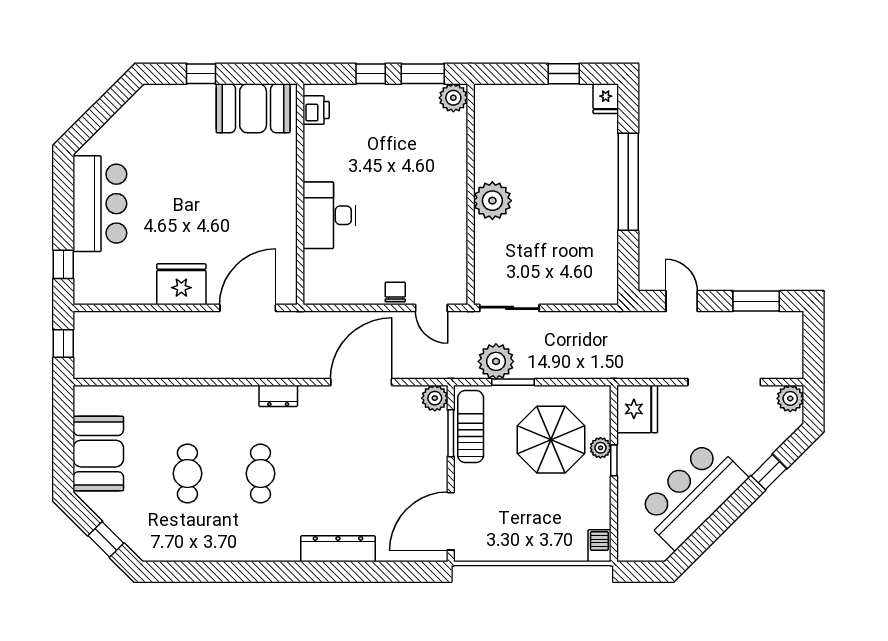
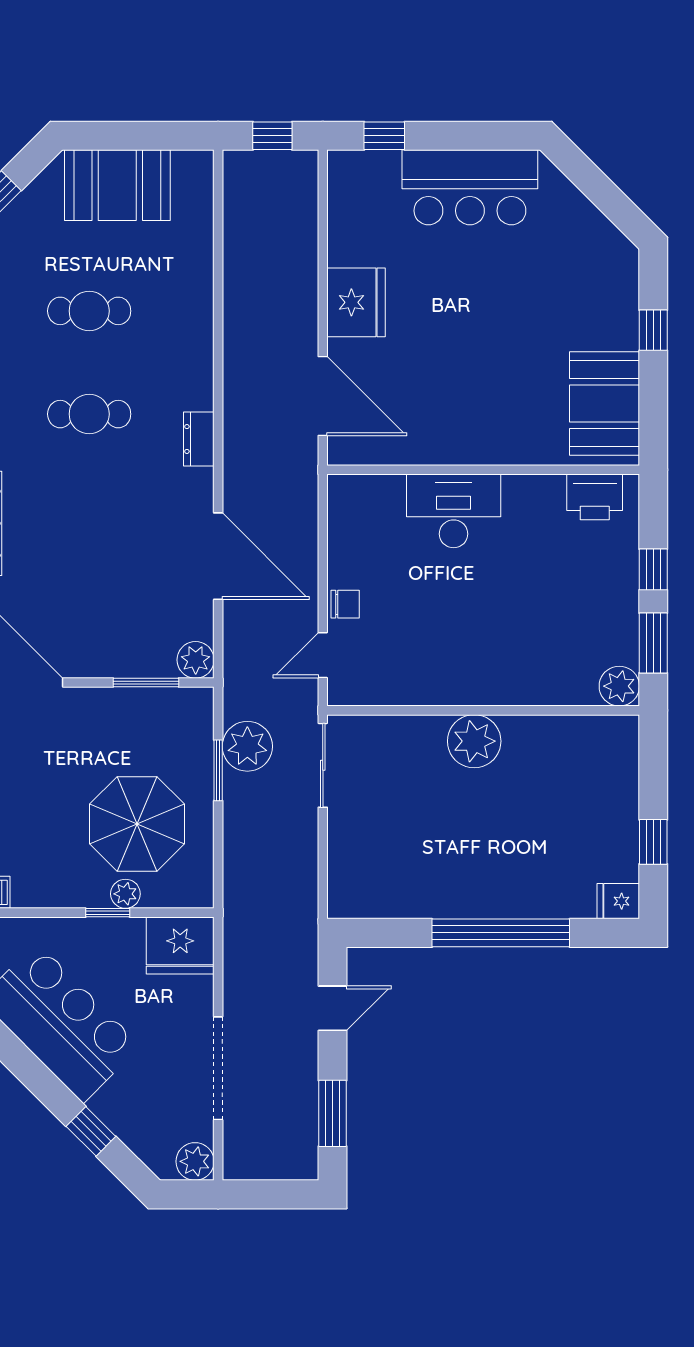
printer: (316, 110) -> (595, 497), width x1.36, depth x1.24
sun lounger: (471, 427) -> (155, 710), removed

